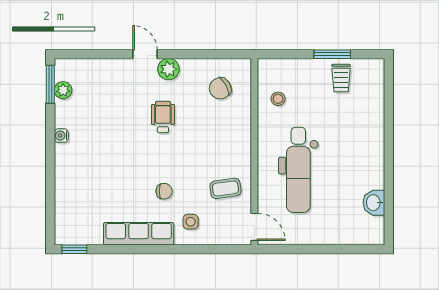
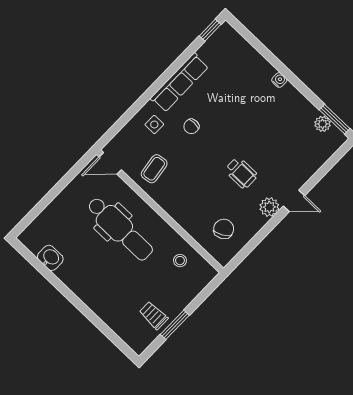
water cooler: (61, 136) -> (279, 80), moved
dental chair: (298, 170) -> (120, 229), turned 180

